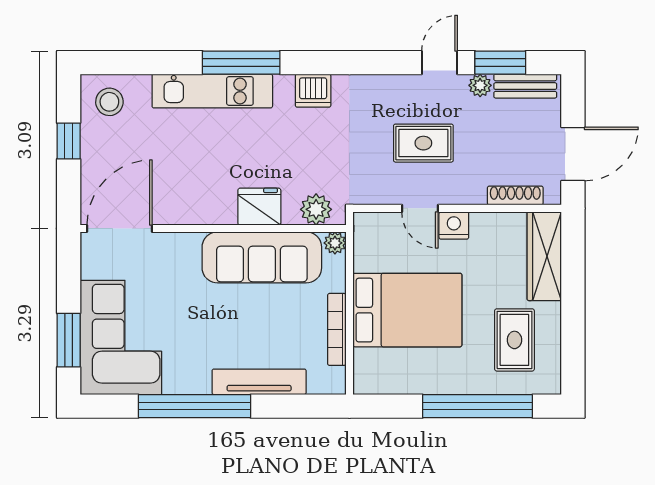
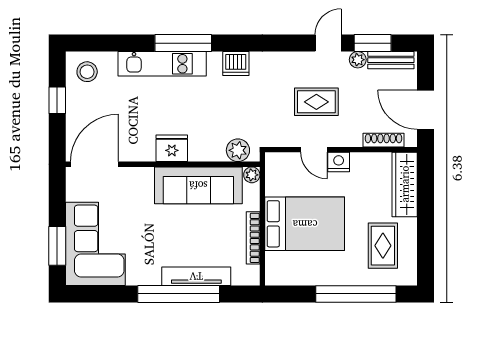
door: (573, 154) -> (426, 110), swing flipped
fridge: (259, 207) -> (172, 148), moved
window: (195, 406) -> (179, 294), moved

